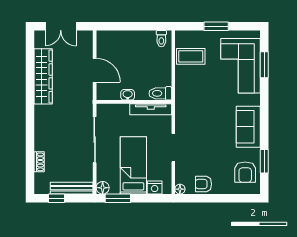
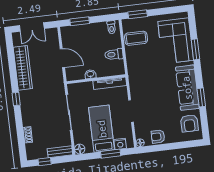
window: (122, 26) -> (80, 21), added
window: (216, 26) -> (138, 14), moved
window: (264, 65) -> (195, 49), moved
toilet: (160, 93) -> (114, 54), moved
window: (30, 115) -> (16, 99), added
sofa: (248, 127) -> (187, 88), width x1.36
window: (264, 161) -> (201, 97), moved
bench: (72, 188) -> (60, 152), width x0.73
window: (118, 198) -> (111, 154), moved

